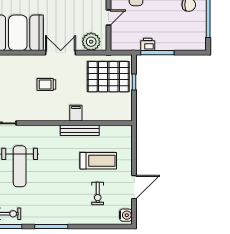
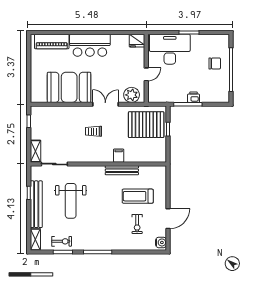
printer: (148, 44) -> (194, 97), moved
treadmill: (98, 161) -> (138, 196), turned 180

